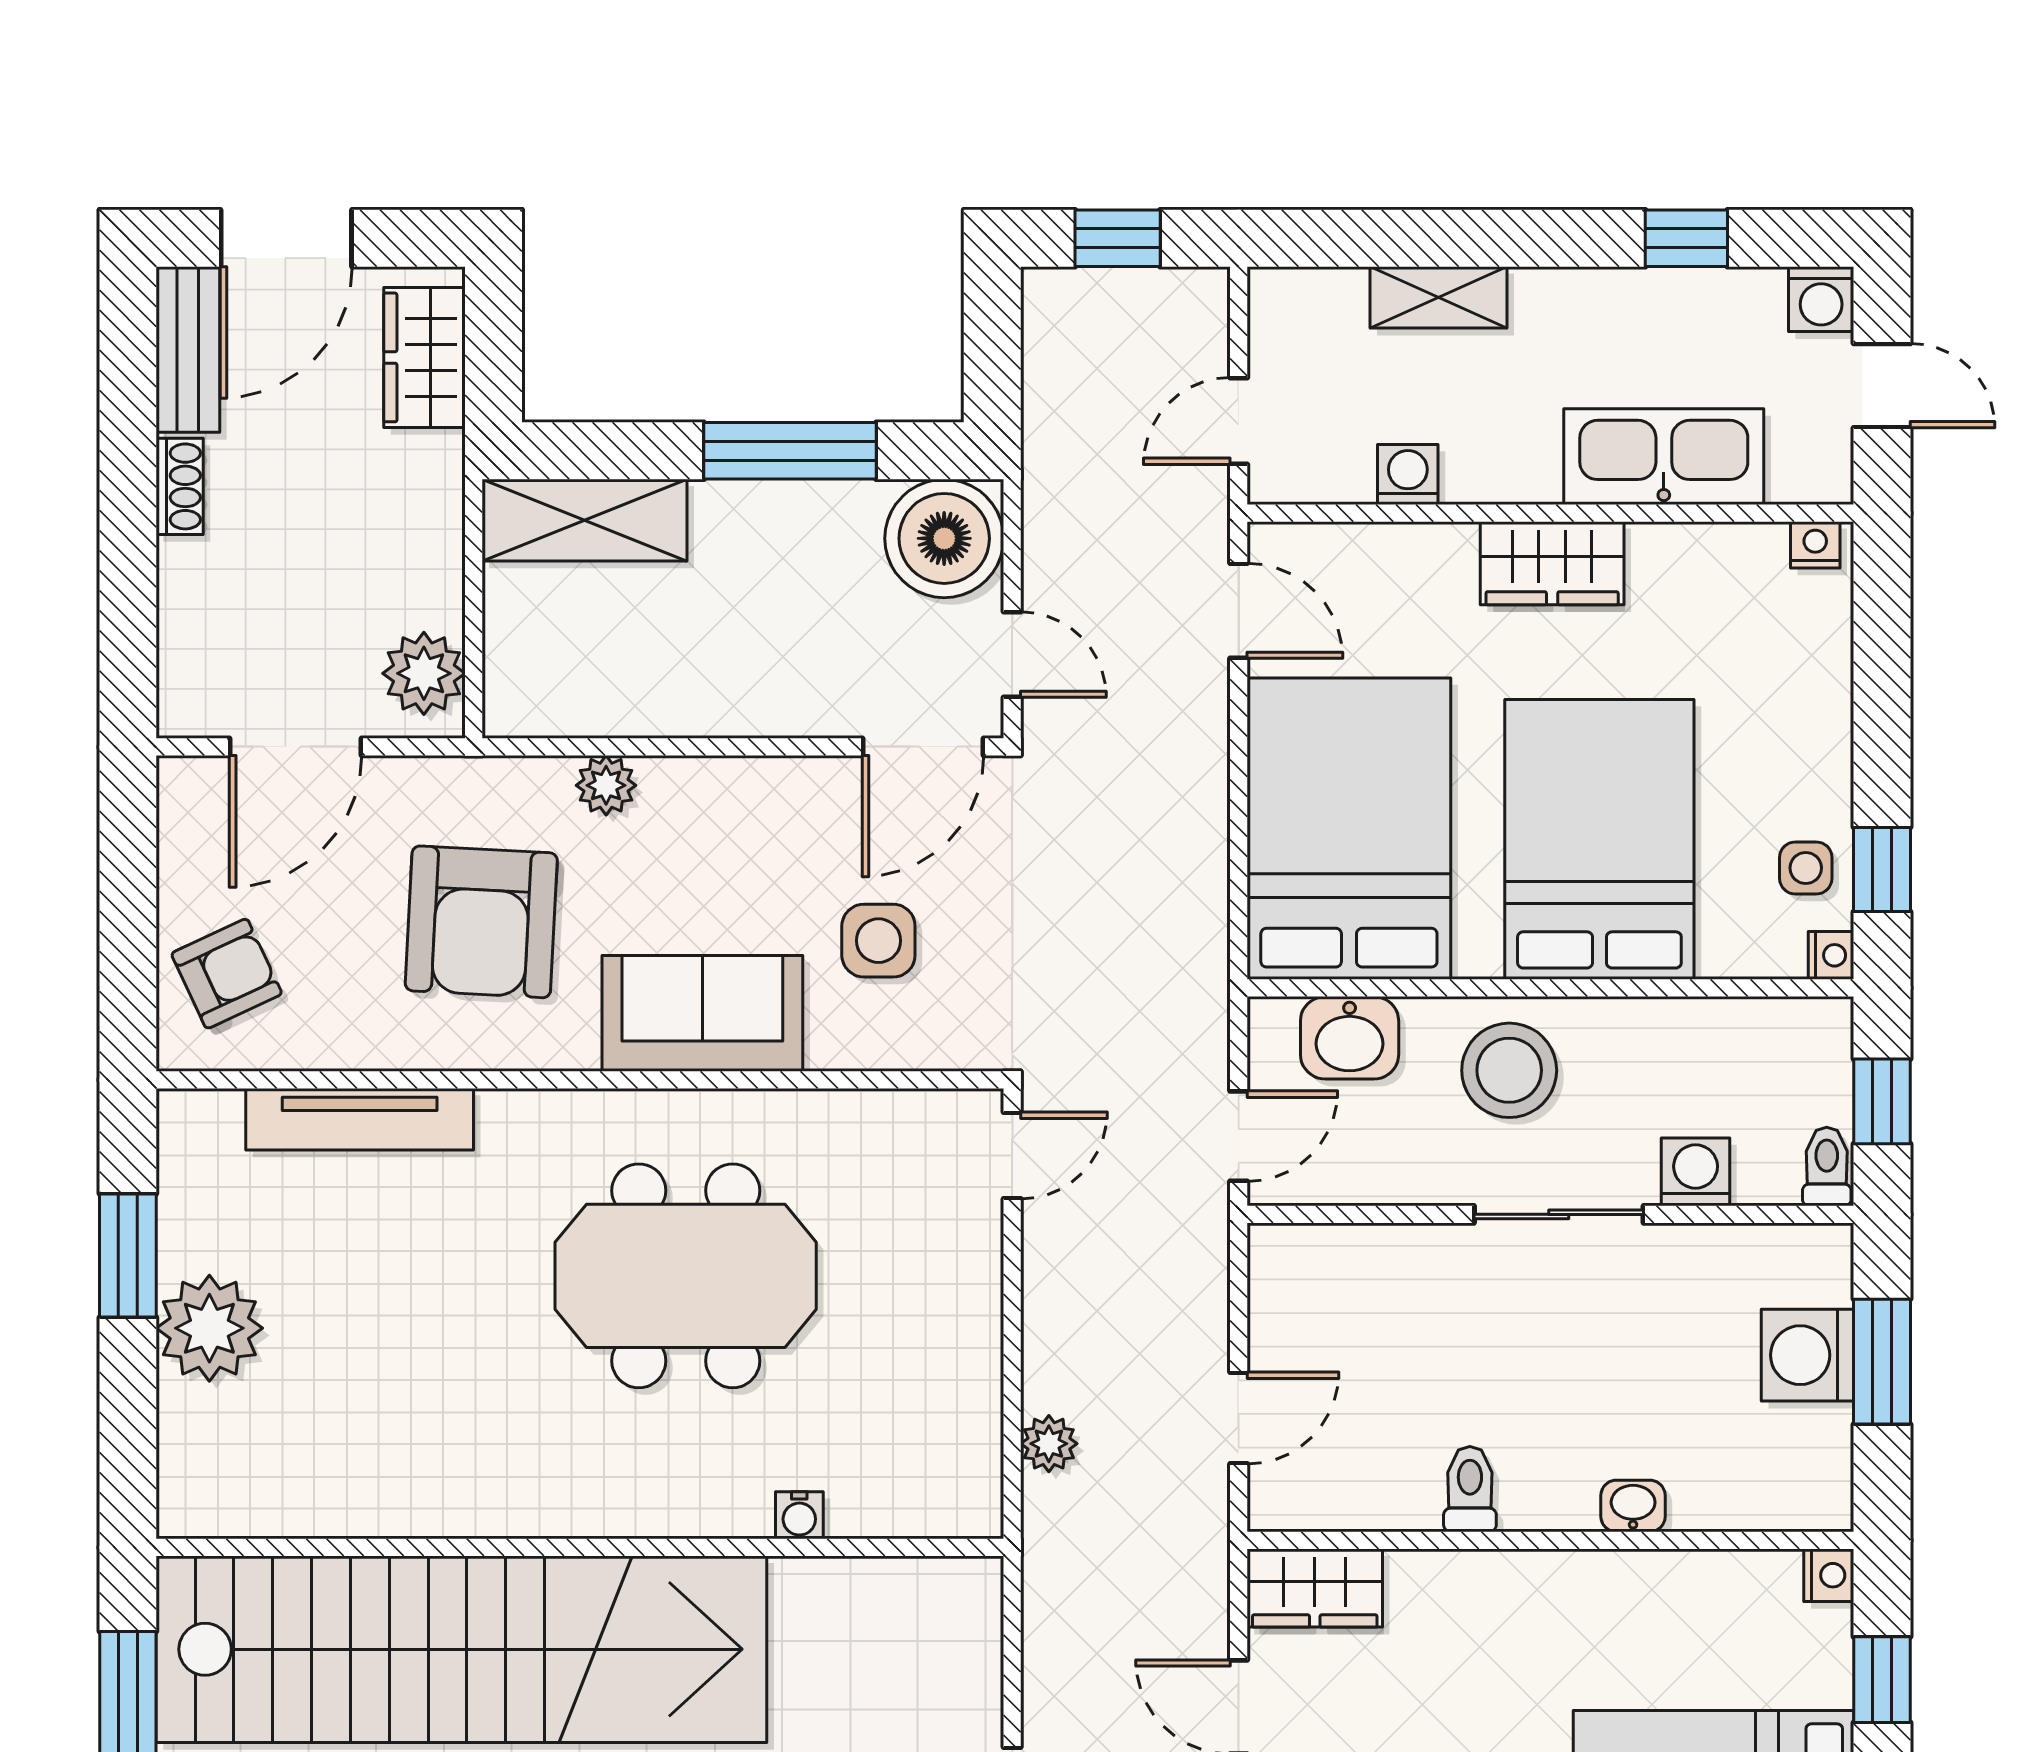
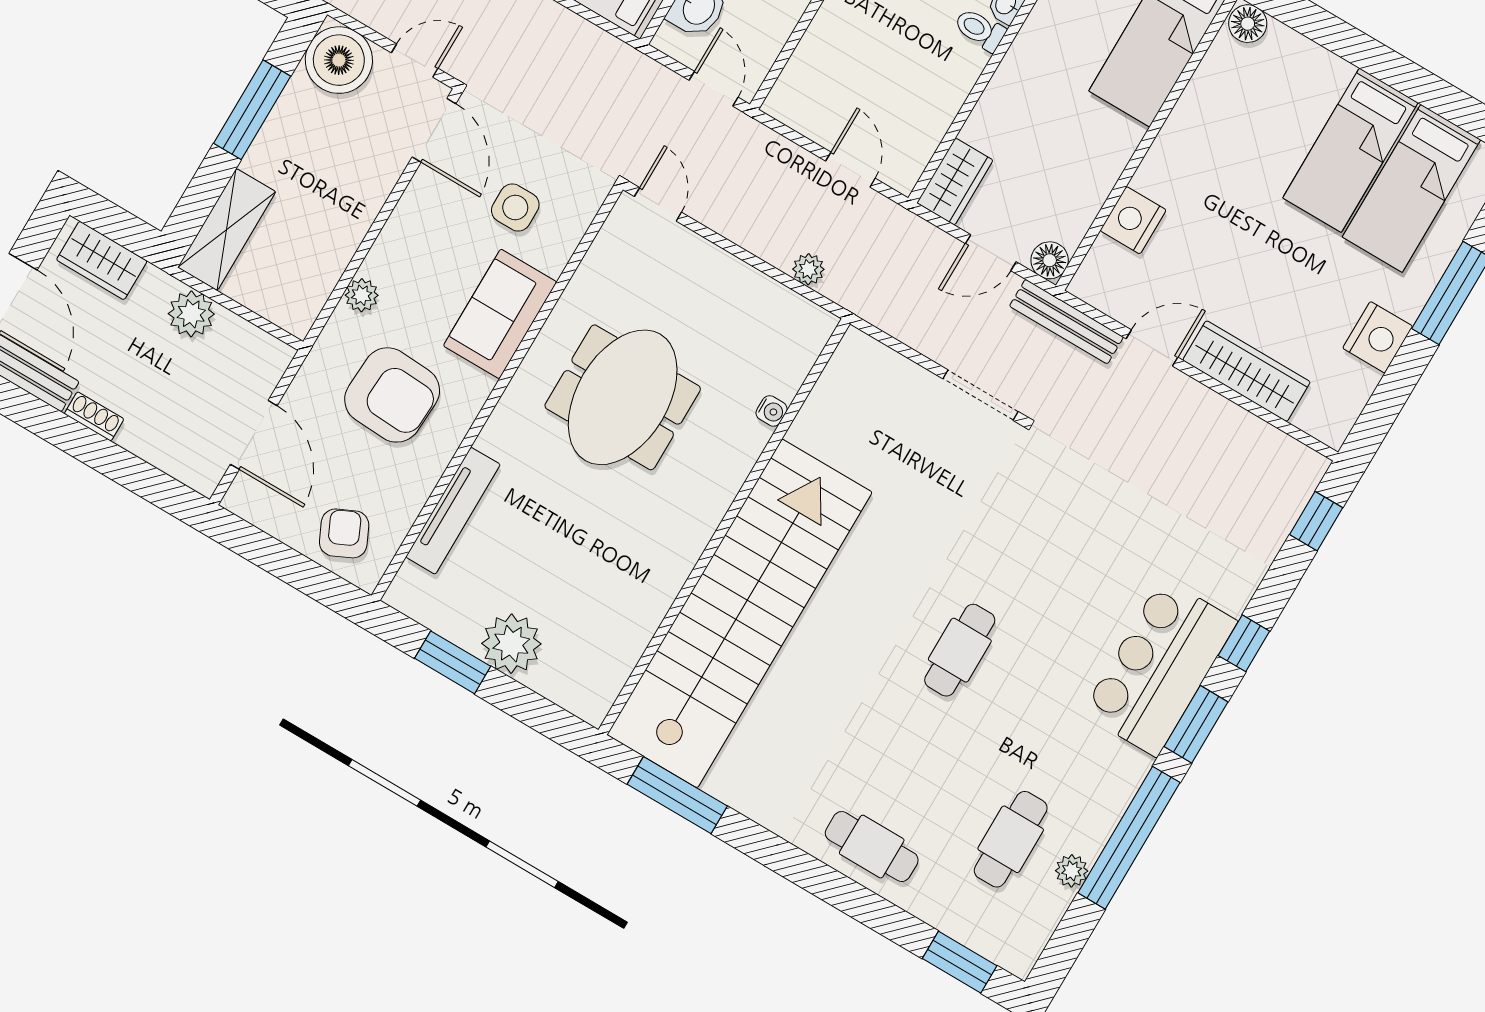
plant: (424, 673) -> (191, 314), moved
toilet: (1470, 1489) -> (980, 30), moved

